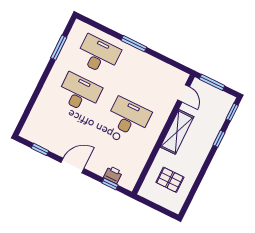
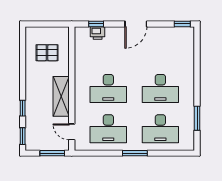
desk: (148, 79) -> (108, 129), added
window: (40, 149) -> (182, 24), moved

